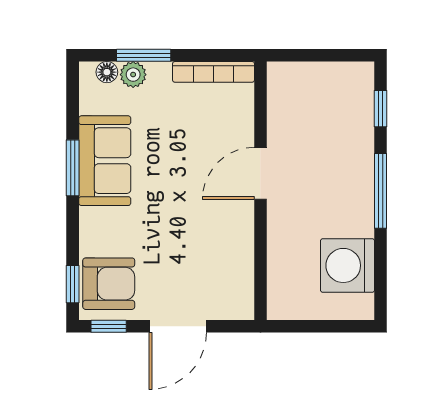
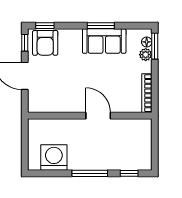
window: (144, 55) -> (155, 46), moved

